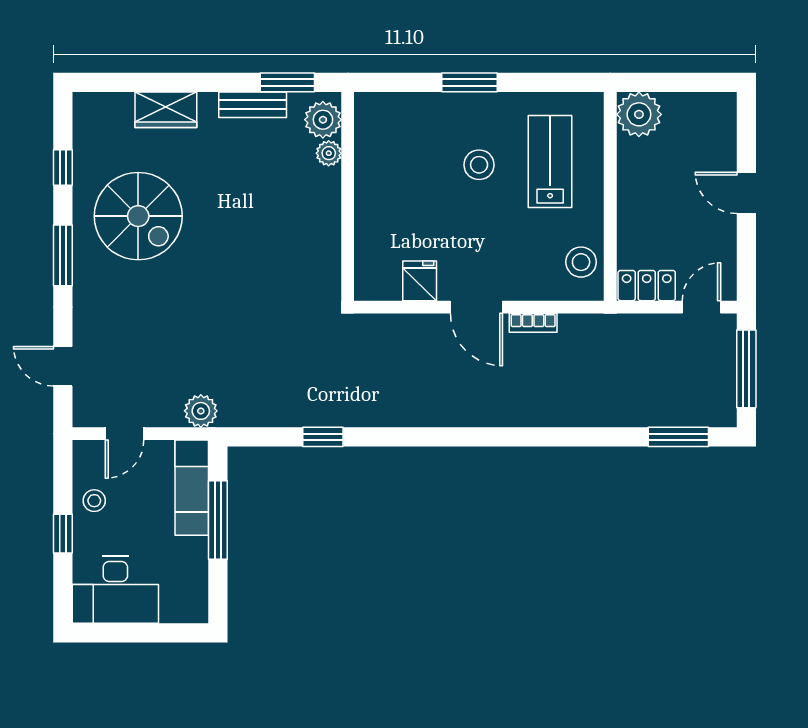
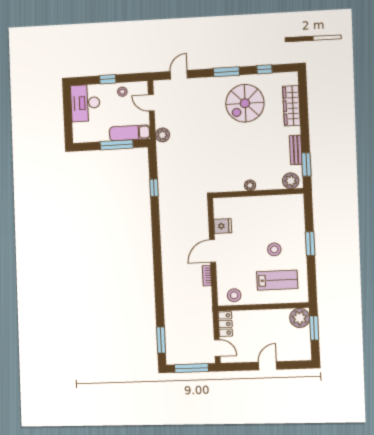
window: (663, 82) -> (314, 328), added
wardrobe: (166, 110) -> (291, 106), width x1.50
plant: (329, 153) -> (250, 185), moved

